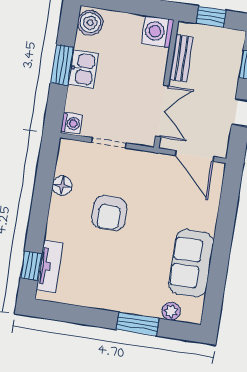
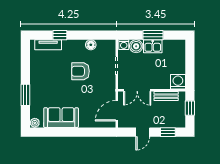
boiler: (90, 23) -> (136, 46), moved
window: (31, 266) -> (60, 35), moved
plant: (171, 311) -> (35, 123), moved

